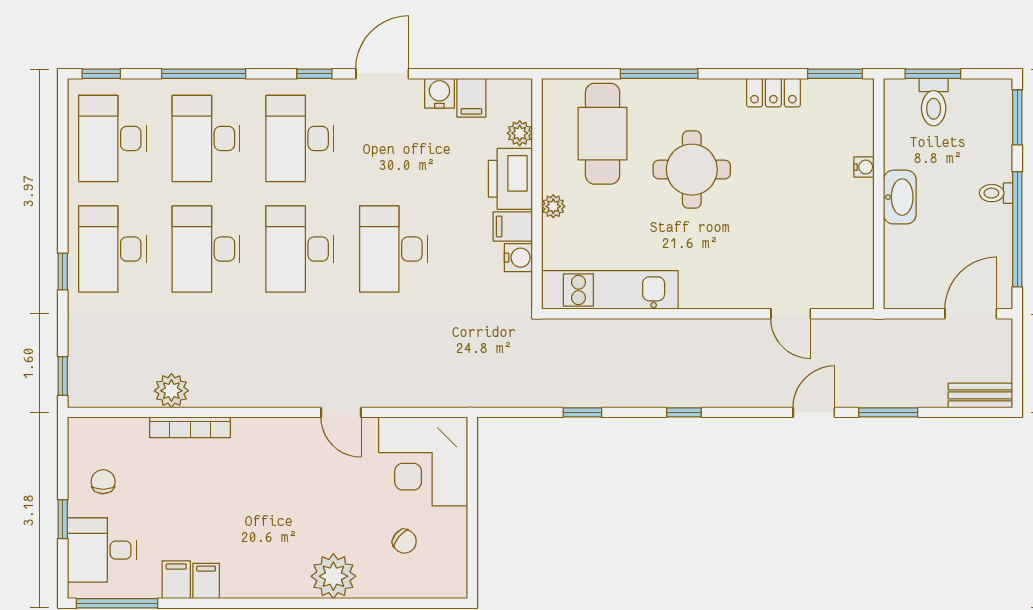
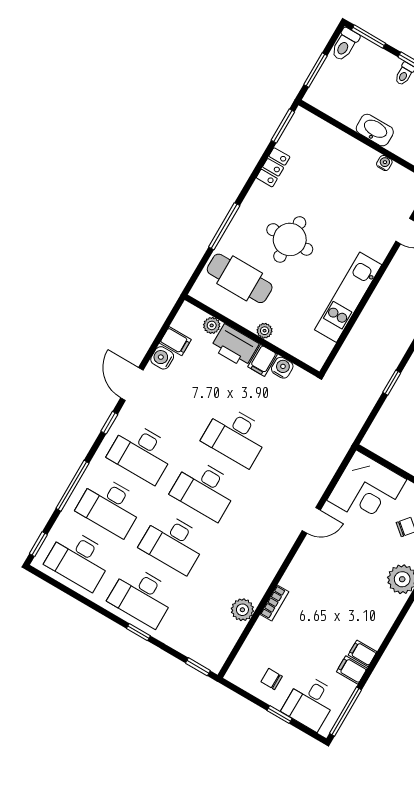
toilet: (934, 102) -> (345, 44), moved, turned 90
water cooler: (864, 167) -> (384, 163), moved
kitchen unit: (610, 290) -> (348, 297), moved
bookcase: (190, 427) -> (274, 603), width x0.64

